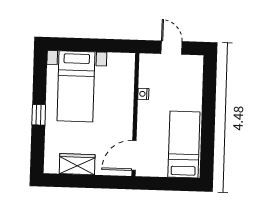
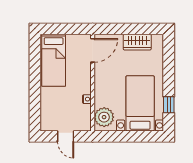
plant: (122, 70) -> (104, 117), added
window: (39, 115) -> (169, 105), moved

